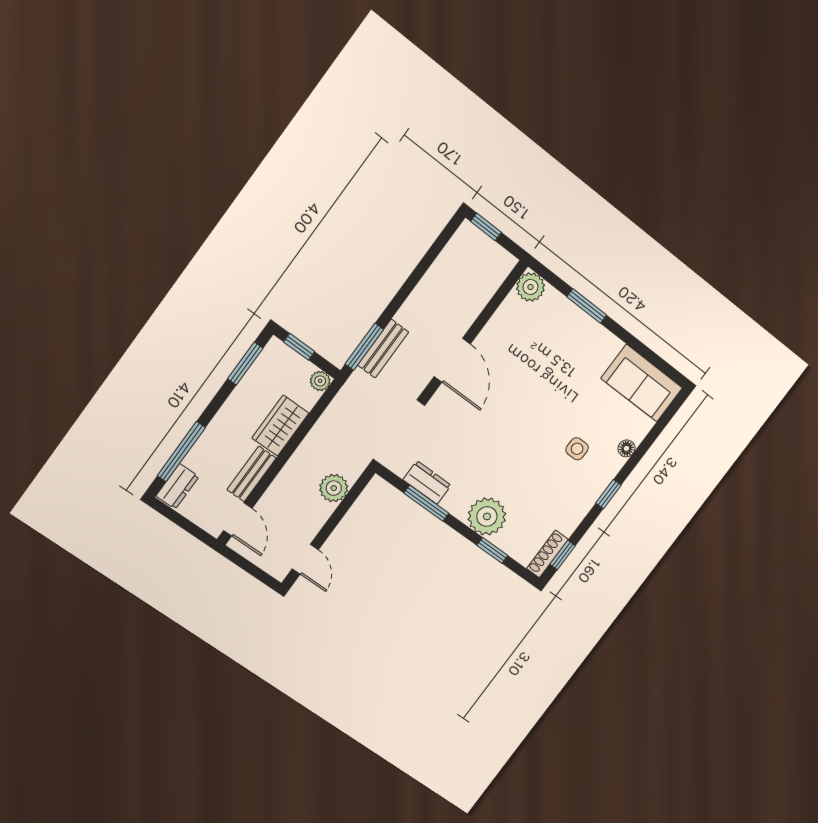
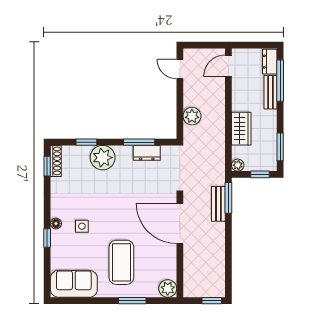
door: (452, 360) -> (180, 224), width x1.36
coffee table: (563, 366) -> (121, 262), added
floor lamp: (626, 448) -> (56, 224), moved
bench: (252, 474) -> (270, 92), moved
window: (608, 494) -> (47, 238), moved
door: (238, 519) -> (228, 66), hinge flipped

